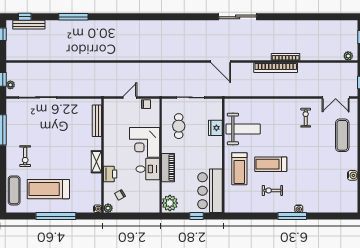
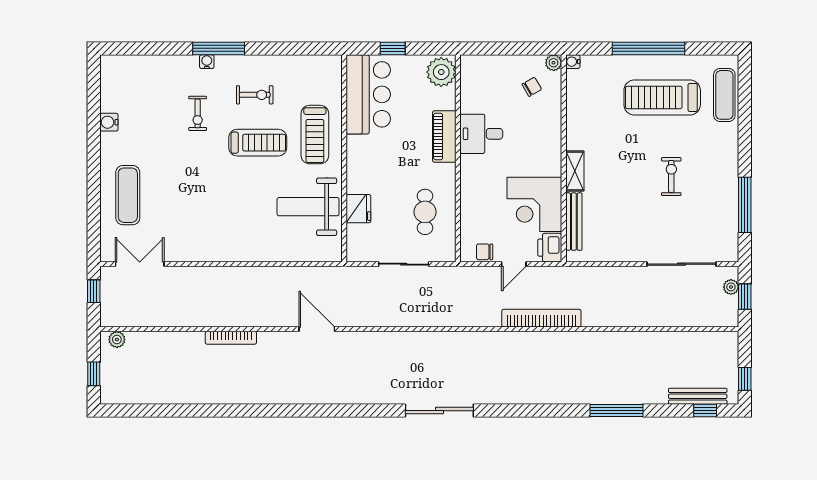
sliding door: (238, 17) -> (439, 411), moved
door: (221, 62) -> (317, 329), moved
bookcase: (276, 68) -> (541, 318), moved
exercise bike: (306, 118) -> (198, 113), moved
corner desk: (145, 142) -> (534, 204), moved, turned 180
exercise bike: (25, 156) -> (671, 177), moved
shelving: (96, 162) -> (575, 171), moved
treadmill: (239, 169) -> (315, 135), turned 180
printer: (110, 174) -> (550, 248), moved
treadmill: (48, 189) -> (662, 97), turned 180

